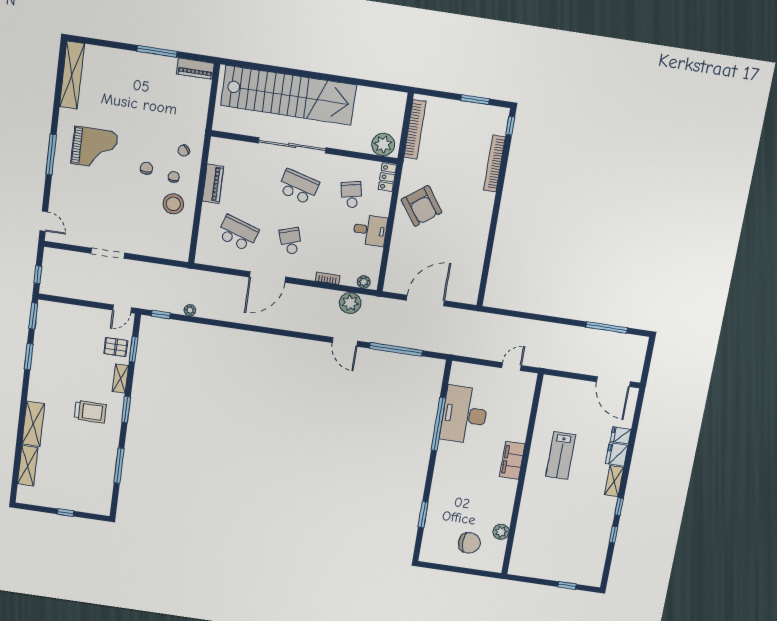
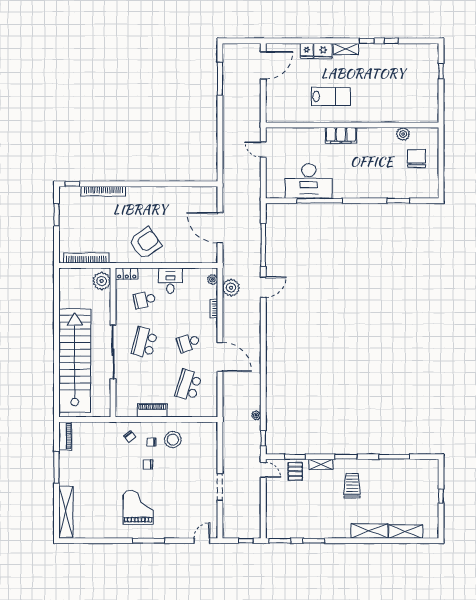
shelving: (72, 75) -> (66, 512), moved, turned 90

